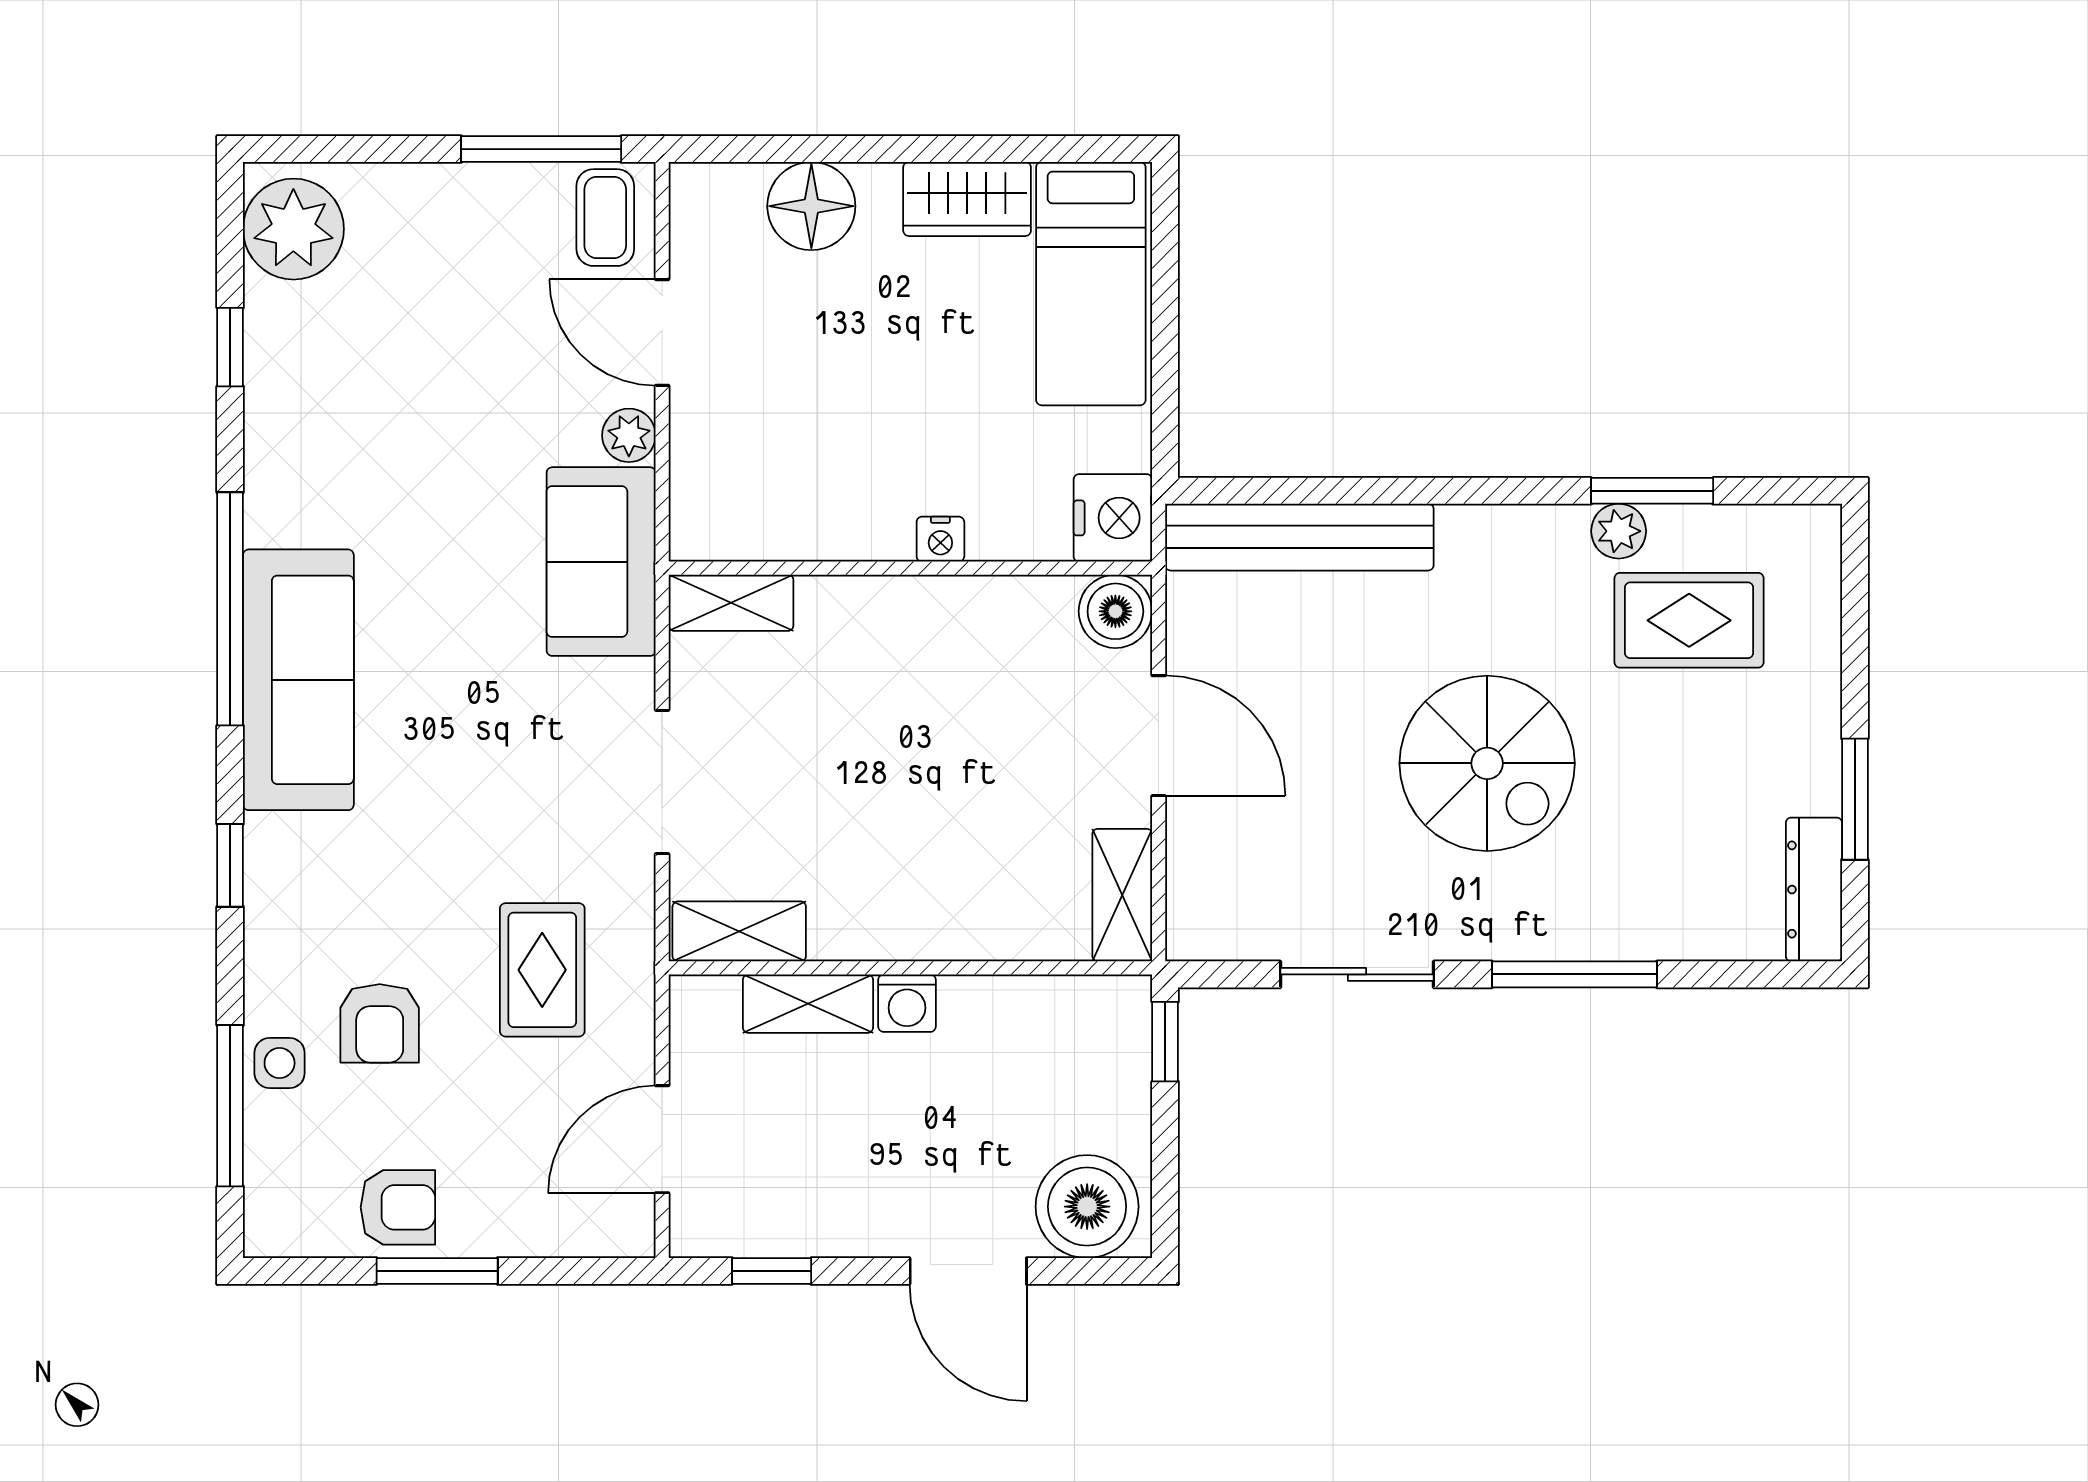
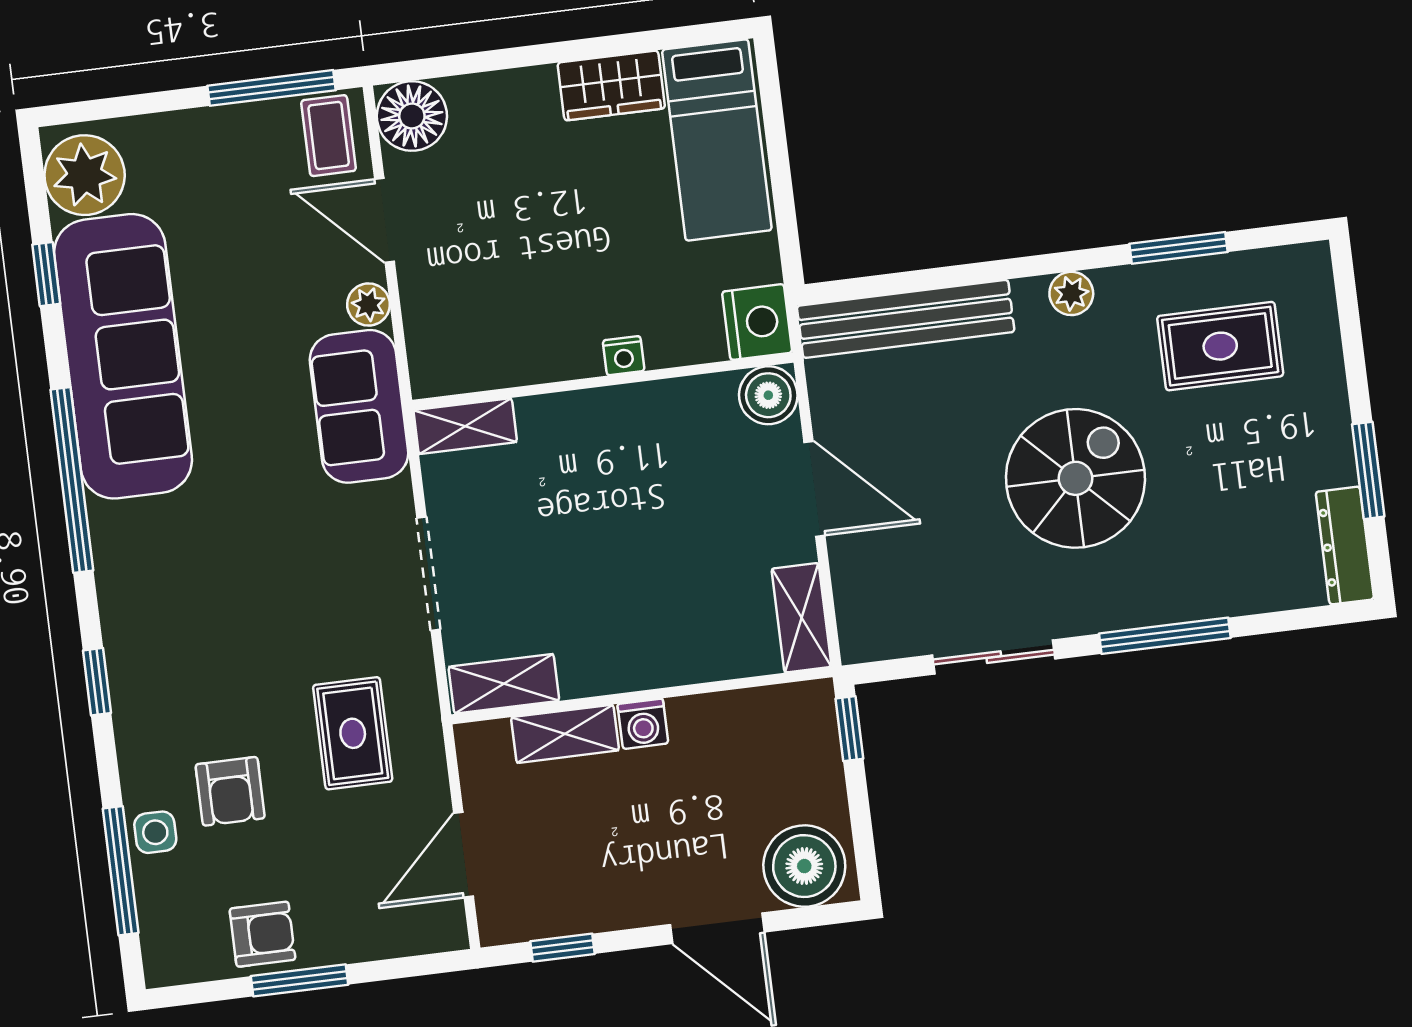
floor lamp: (811, 206) -> (412, 116), moved
plant: (1619, 531) -> (1071, 293), moved
sofa: (298, 680) -> (123, 356), moved, width x1.36, depth x1.27
spiral stairs: (1487, 763) -> (1075, 478), turned -90

